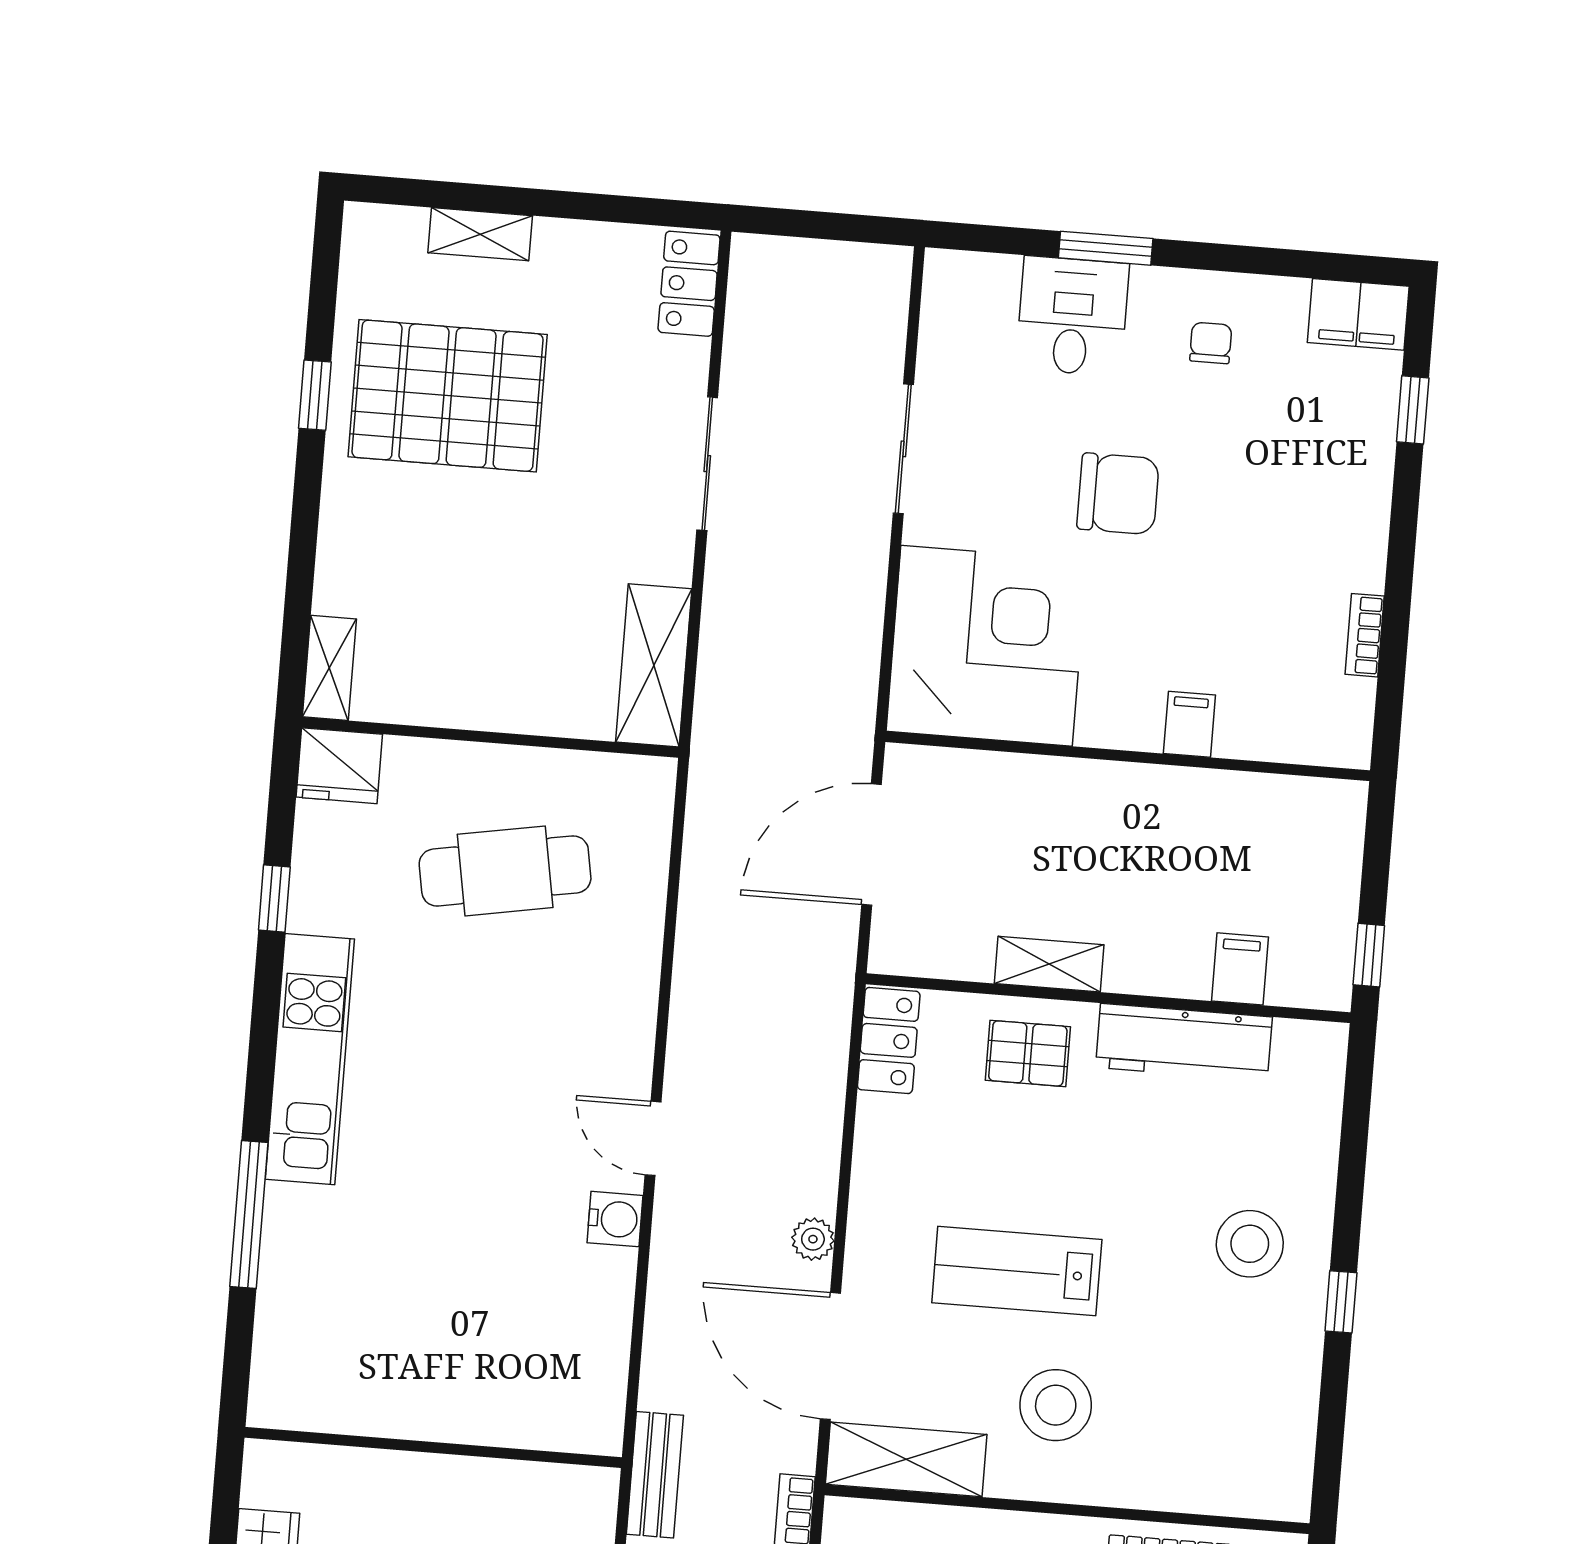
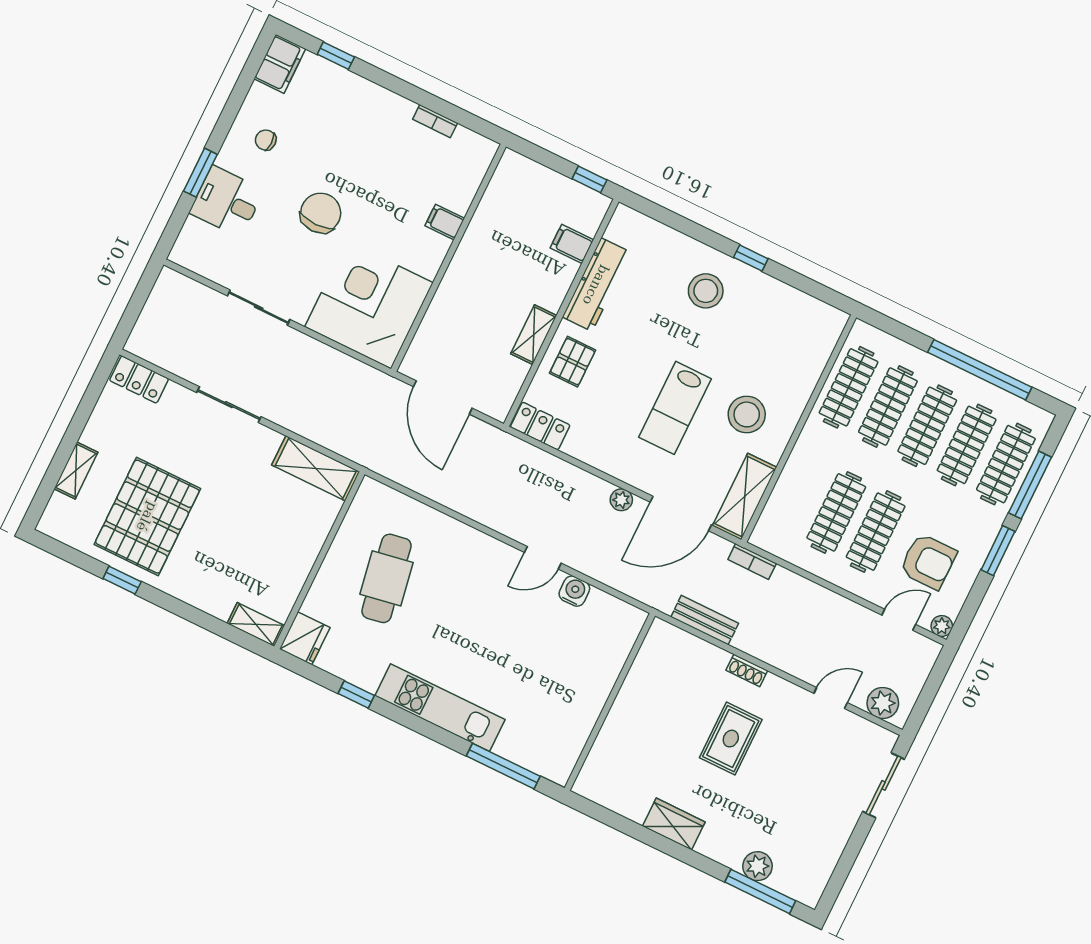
wall: (433, 1447) -> (610, 702), moved

